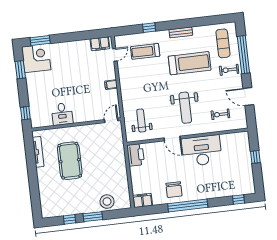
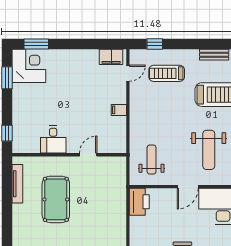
window: (149, 28) -> (155, 44), moved
door: (111, 120) -> (88, 155), moved
door: (172, 138) -> (188, 187), hinge flipped

